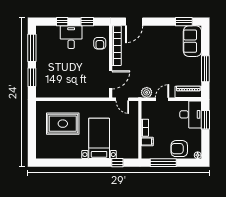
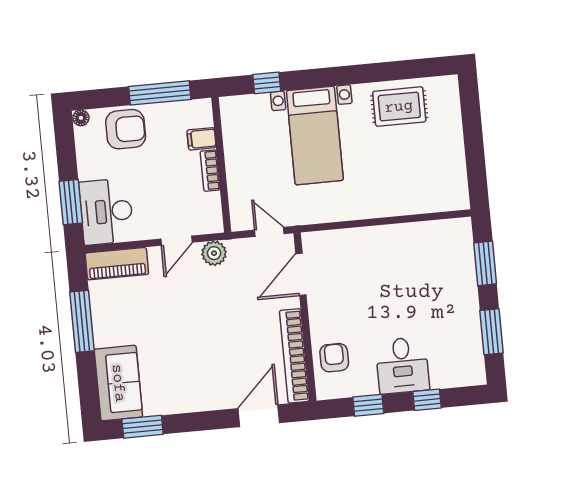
window: (32, 48) -> (492, 332), width x0.69
rug: (63, 124) -> (399, 107), moved, width x0.73, depth x0.70

